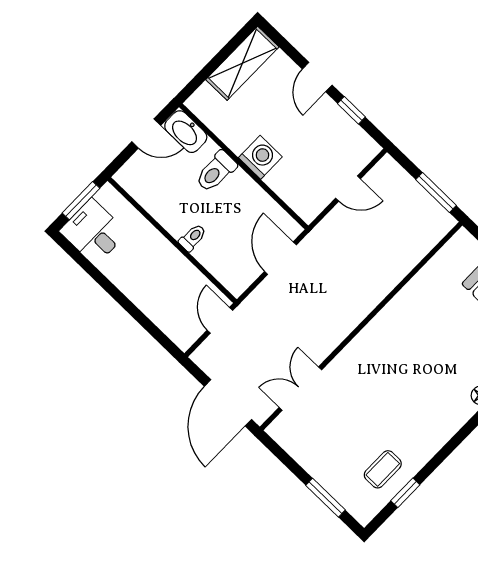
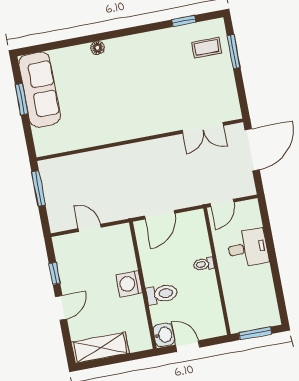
washbasin: (186, 132) -> (164, 335), width x0.72
desk: (94, 232) -> (248, 248), moved, turned -90
coffee table: (383, 469) -> (207, 48), moved

